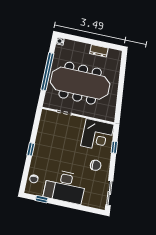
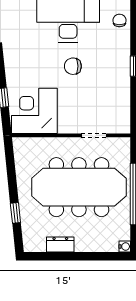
window: (122, 76) -> (15, 213), added
chair: (96, 165) -> (73, 66), moved

